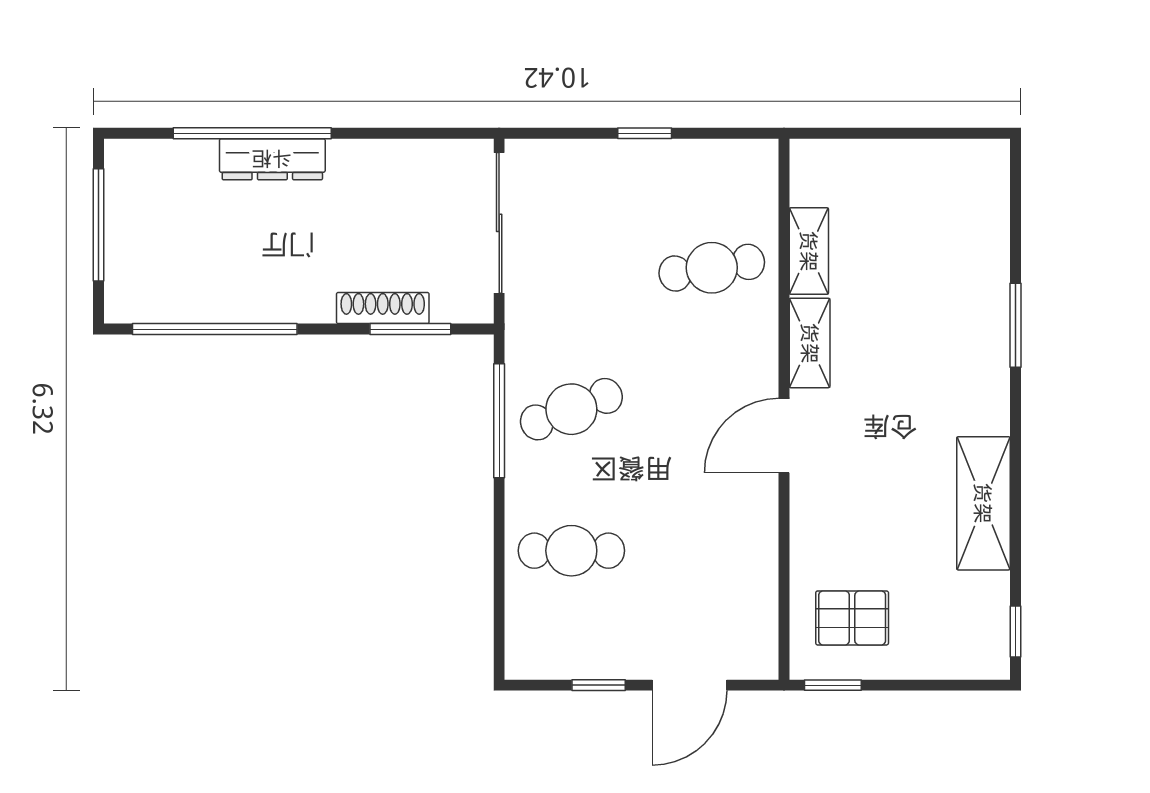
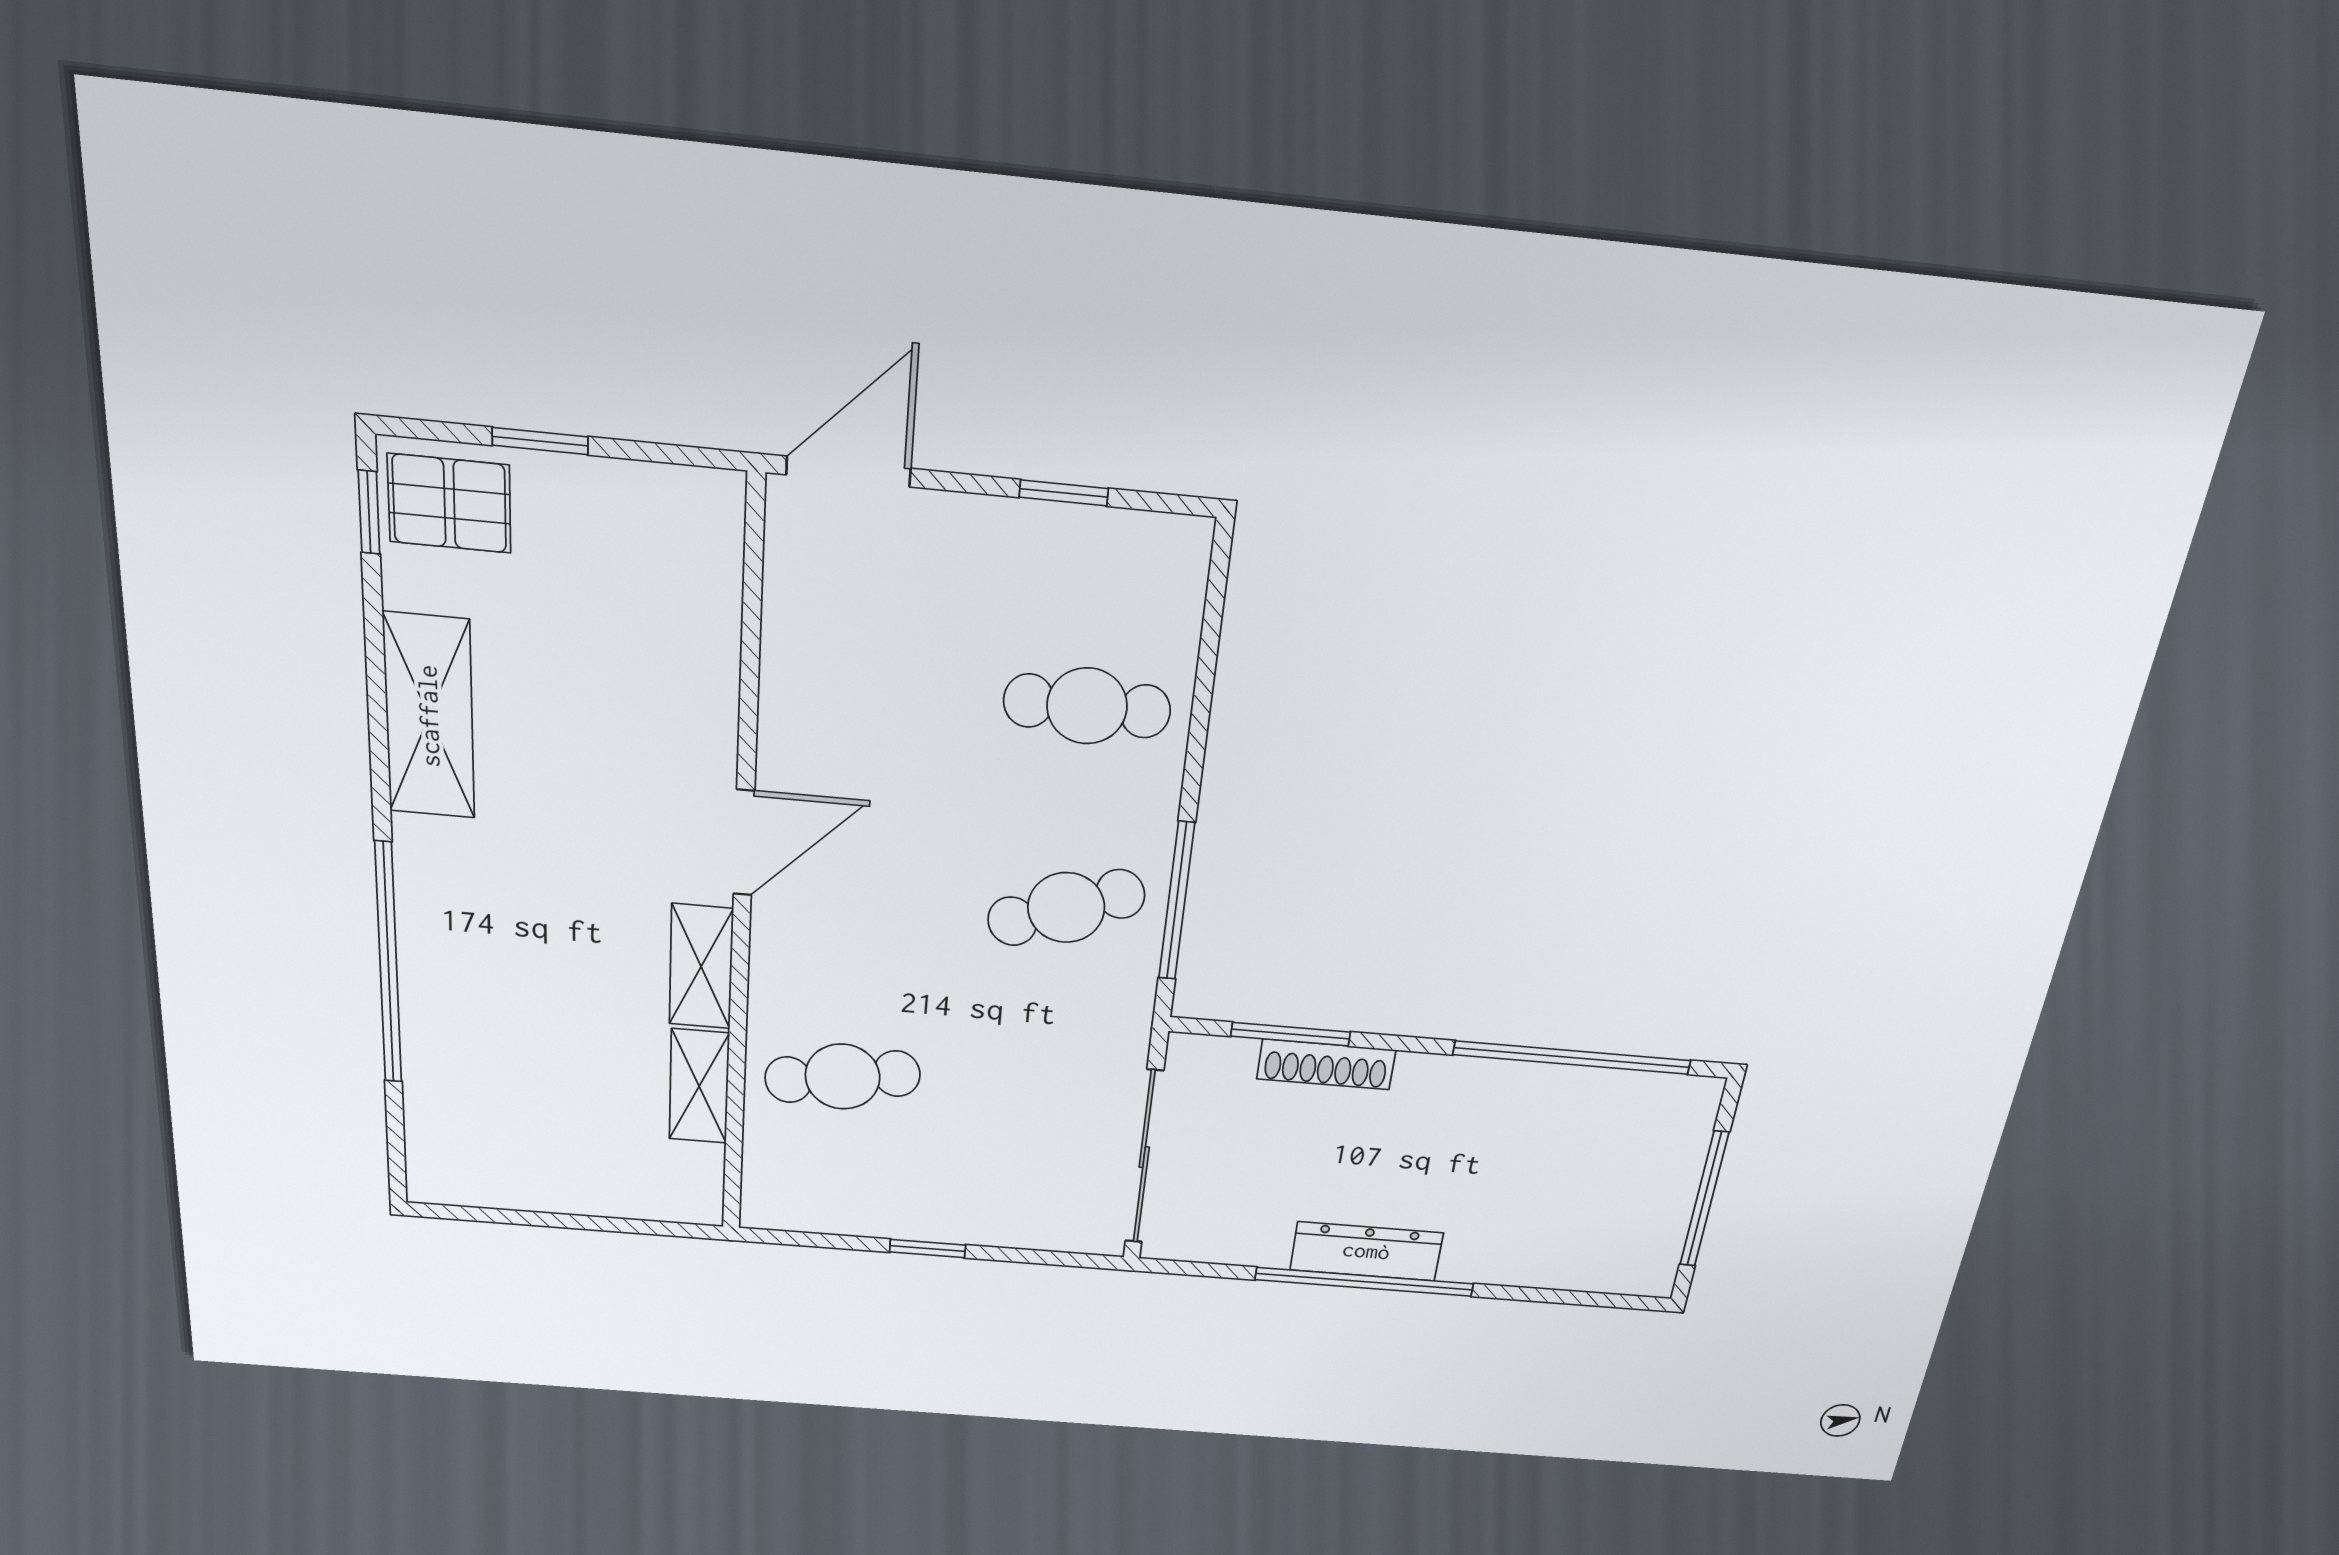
window: (252, 133) -> (1364, 1282), moved
dresser: (272, 159) -> (1366, 1251), moved
window: (1015, 325) -> (388, 964), width x2.11
pallet: (852, 618) -> (449, 503), moved
door: (690, 685) -> (848, 472), moved
window: (833, 685) -> (540, 441), moved

